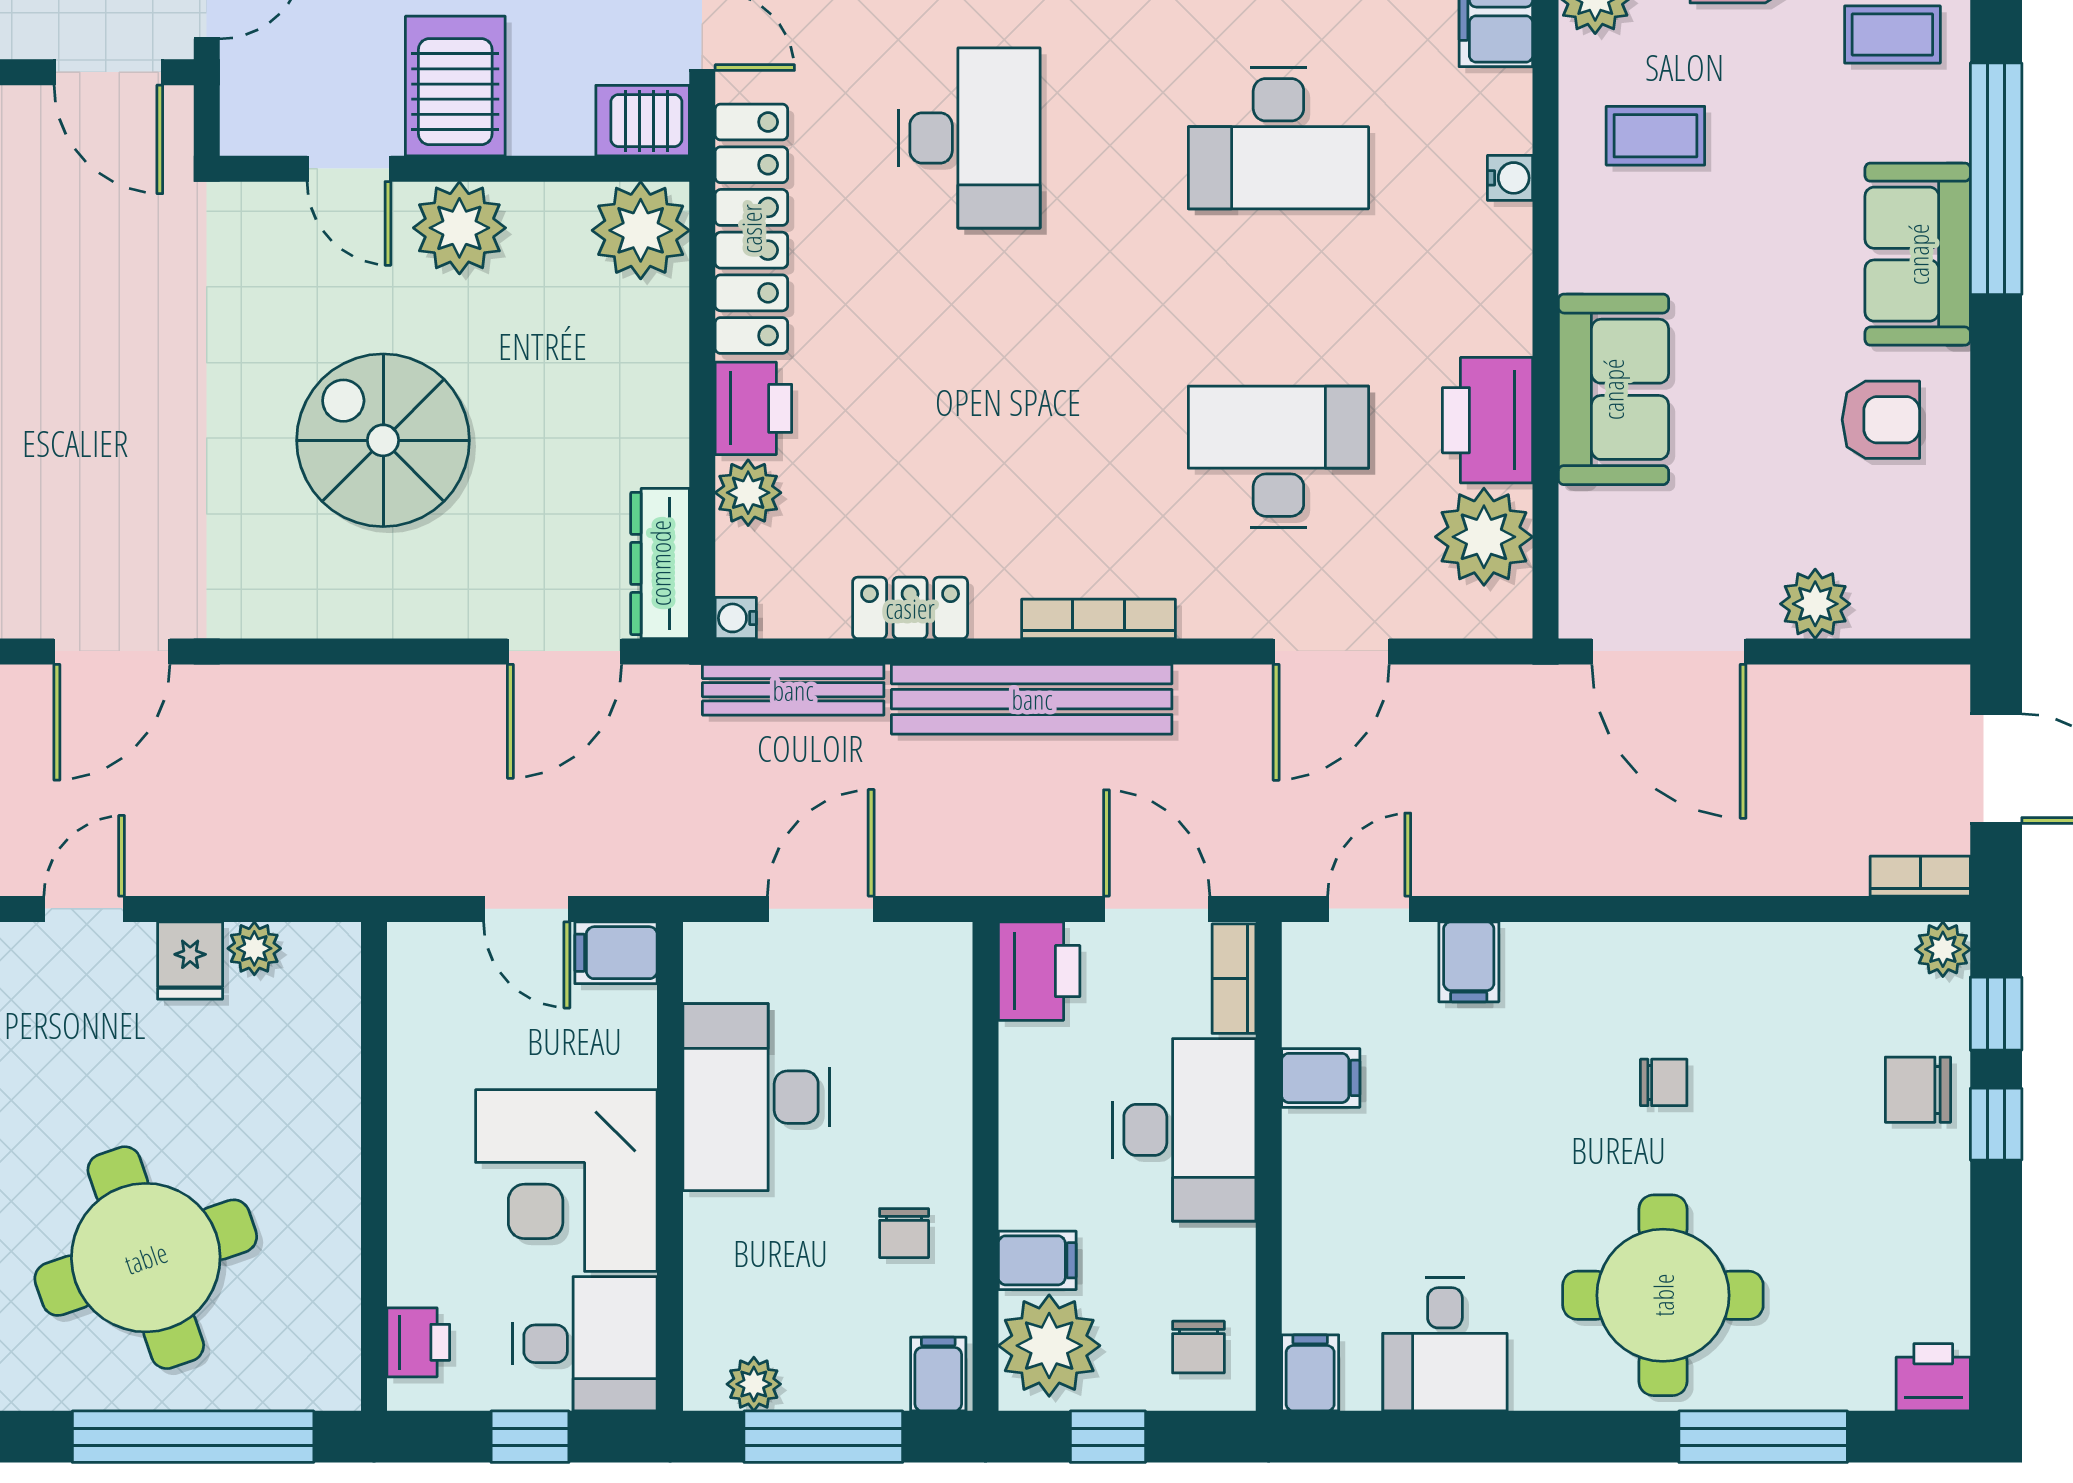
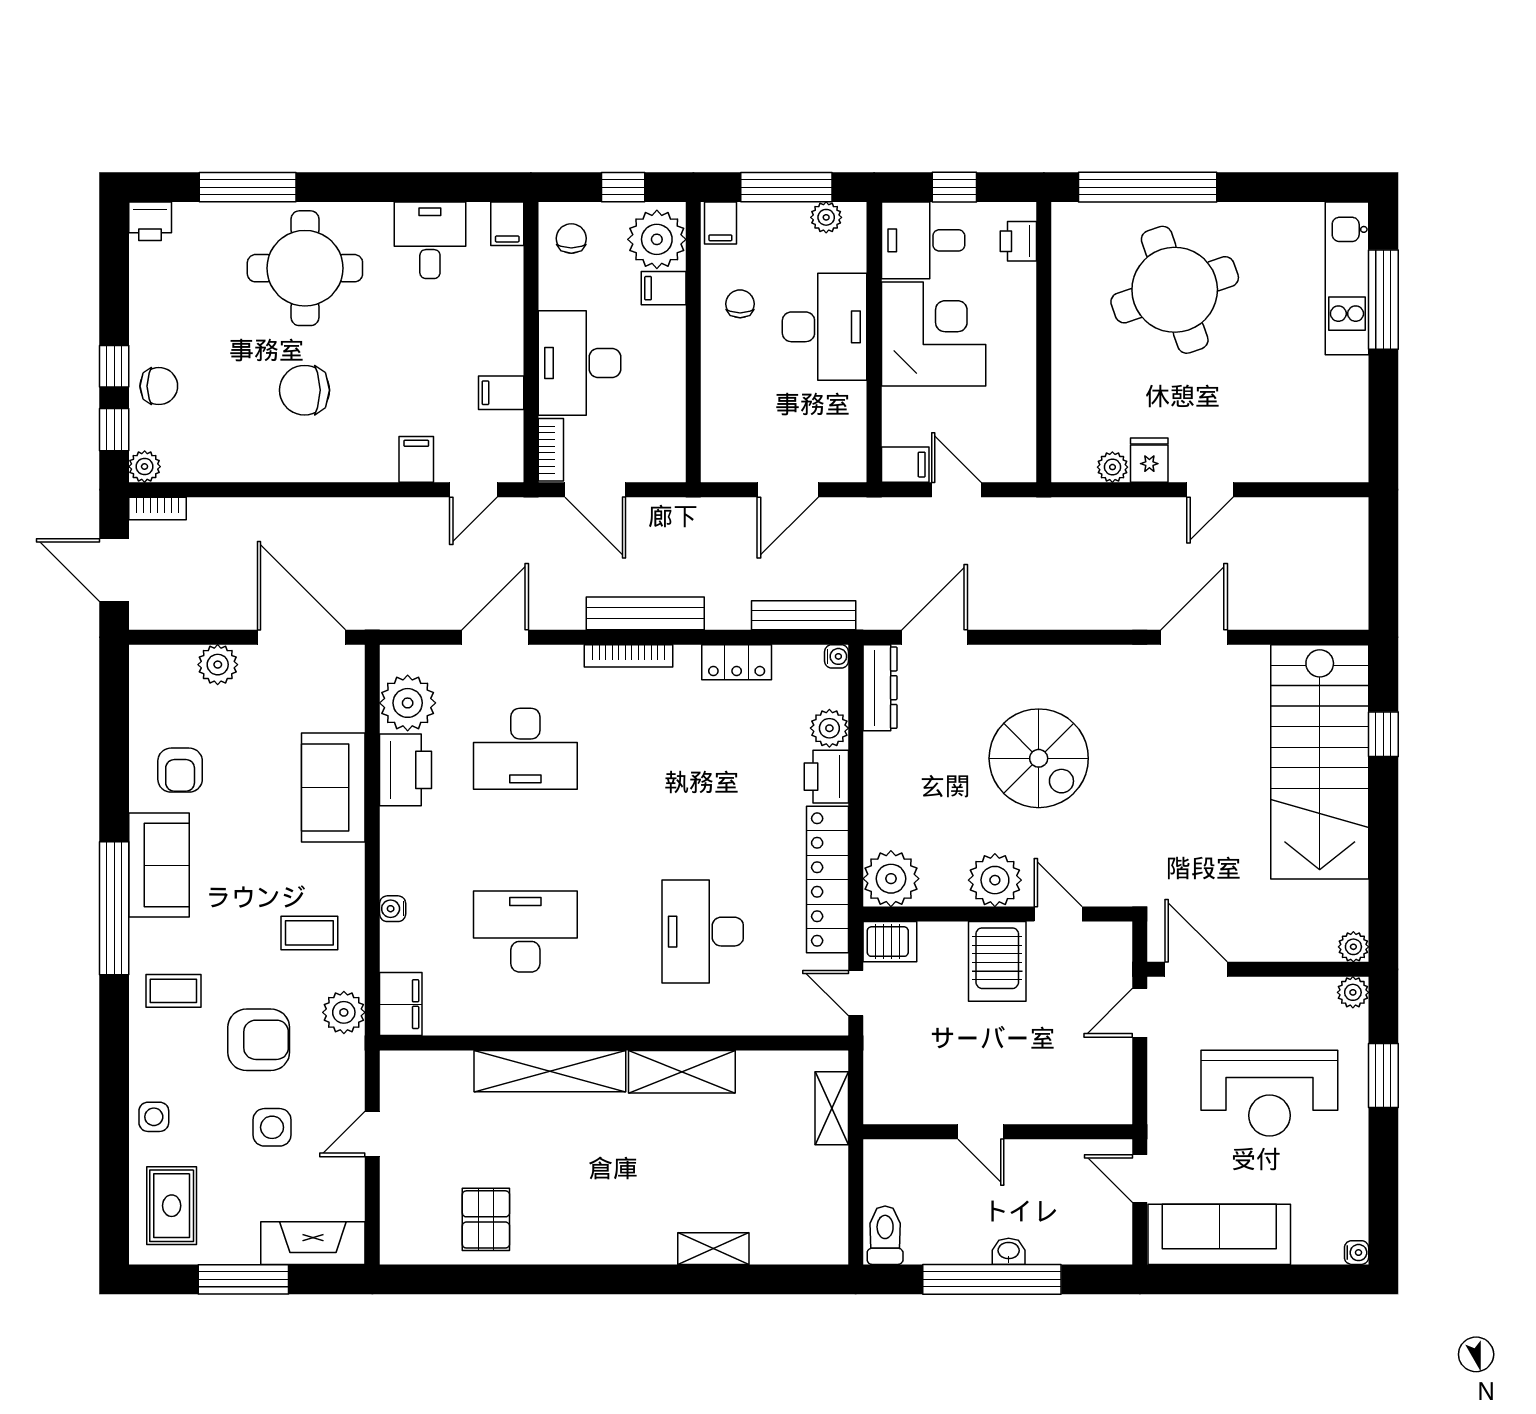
armchair: (1881, 420) -> (180, 770), turned -90
bench: (1032, 699) -> (645, 613), width x0.73, depth x0.82
printer: (1039, 971) -> (663, 454), removed
chair: (1664, 1082) -> (305, 390), width x1.87, depth x1.87
desk: (756, 1097) -> (825, 327), moved

